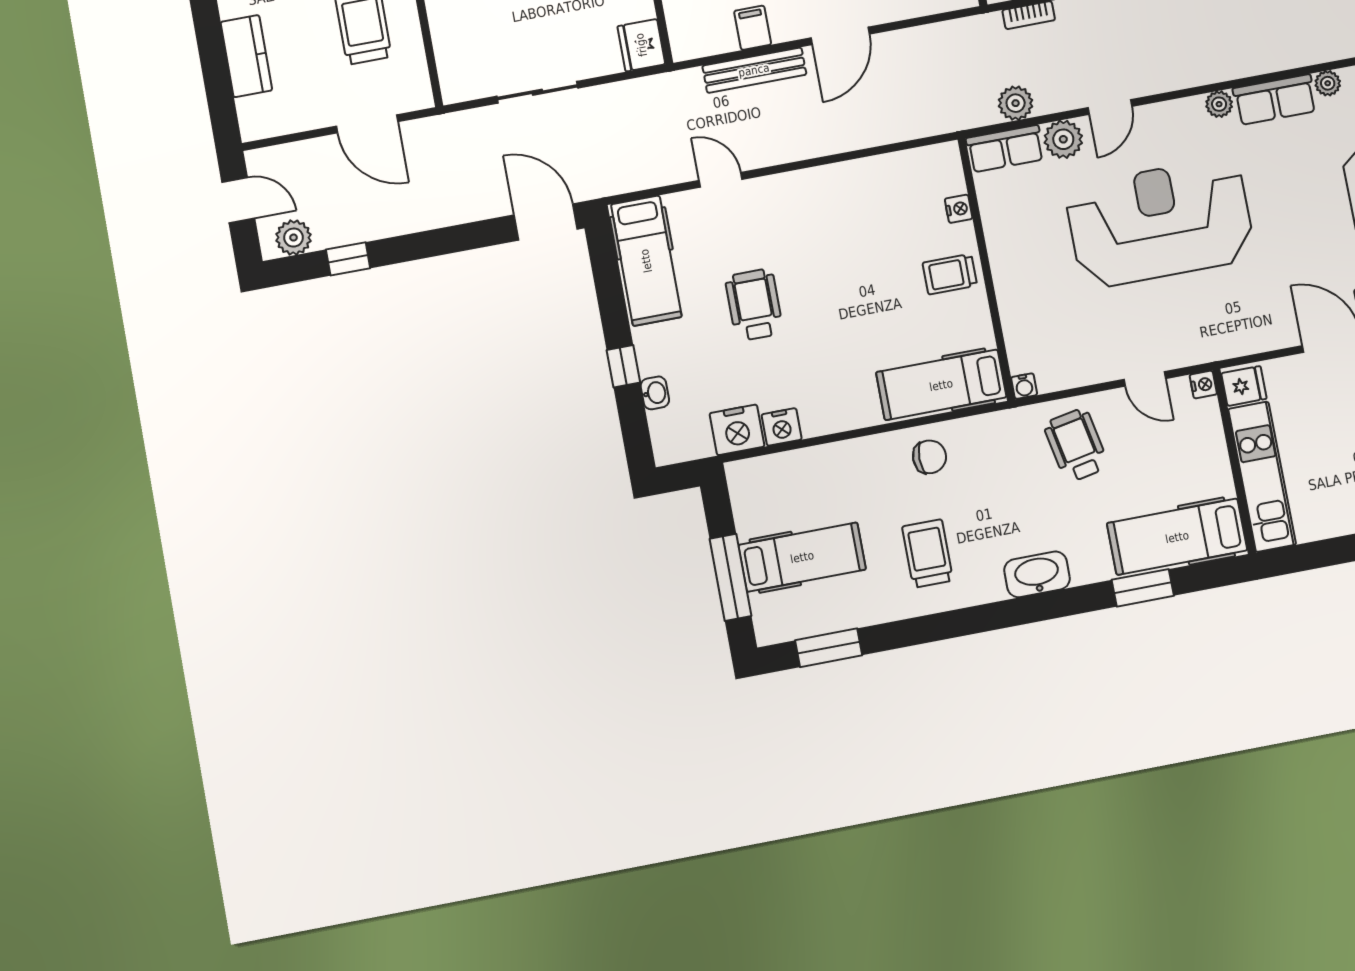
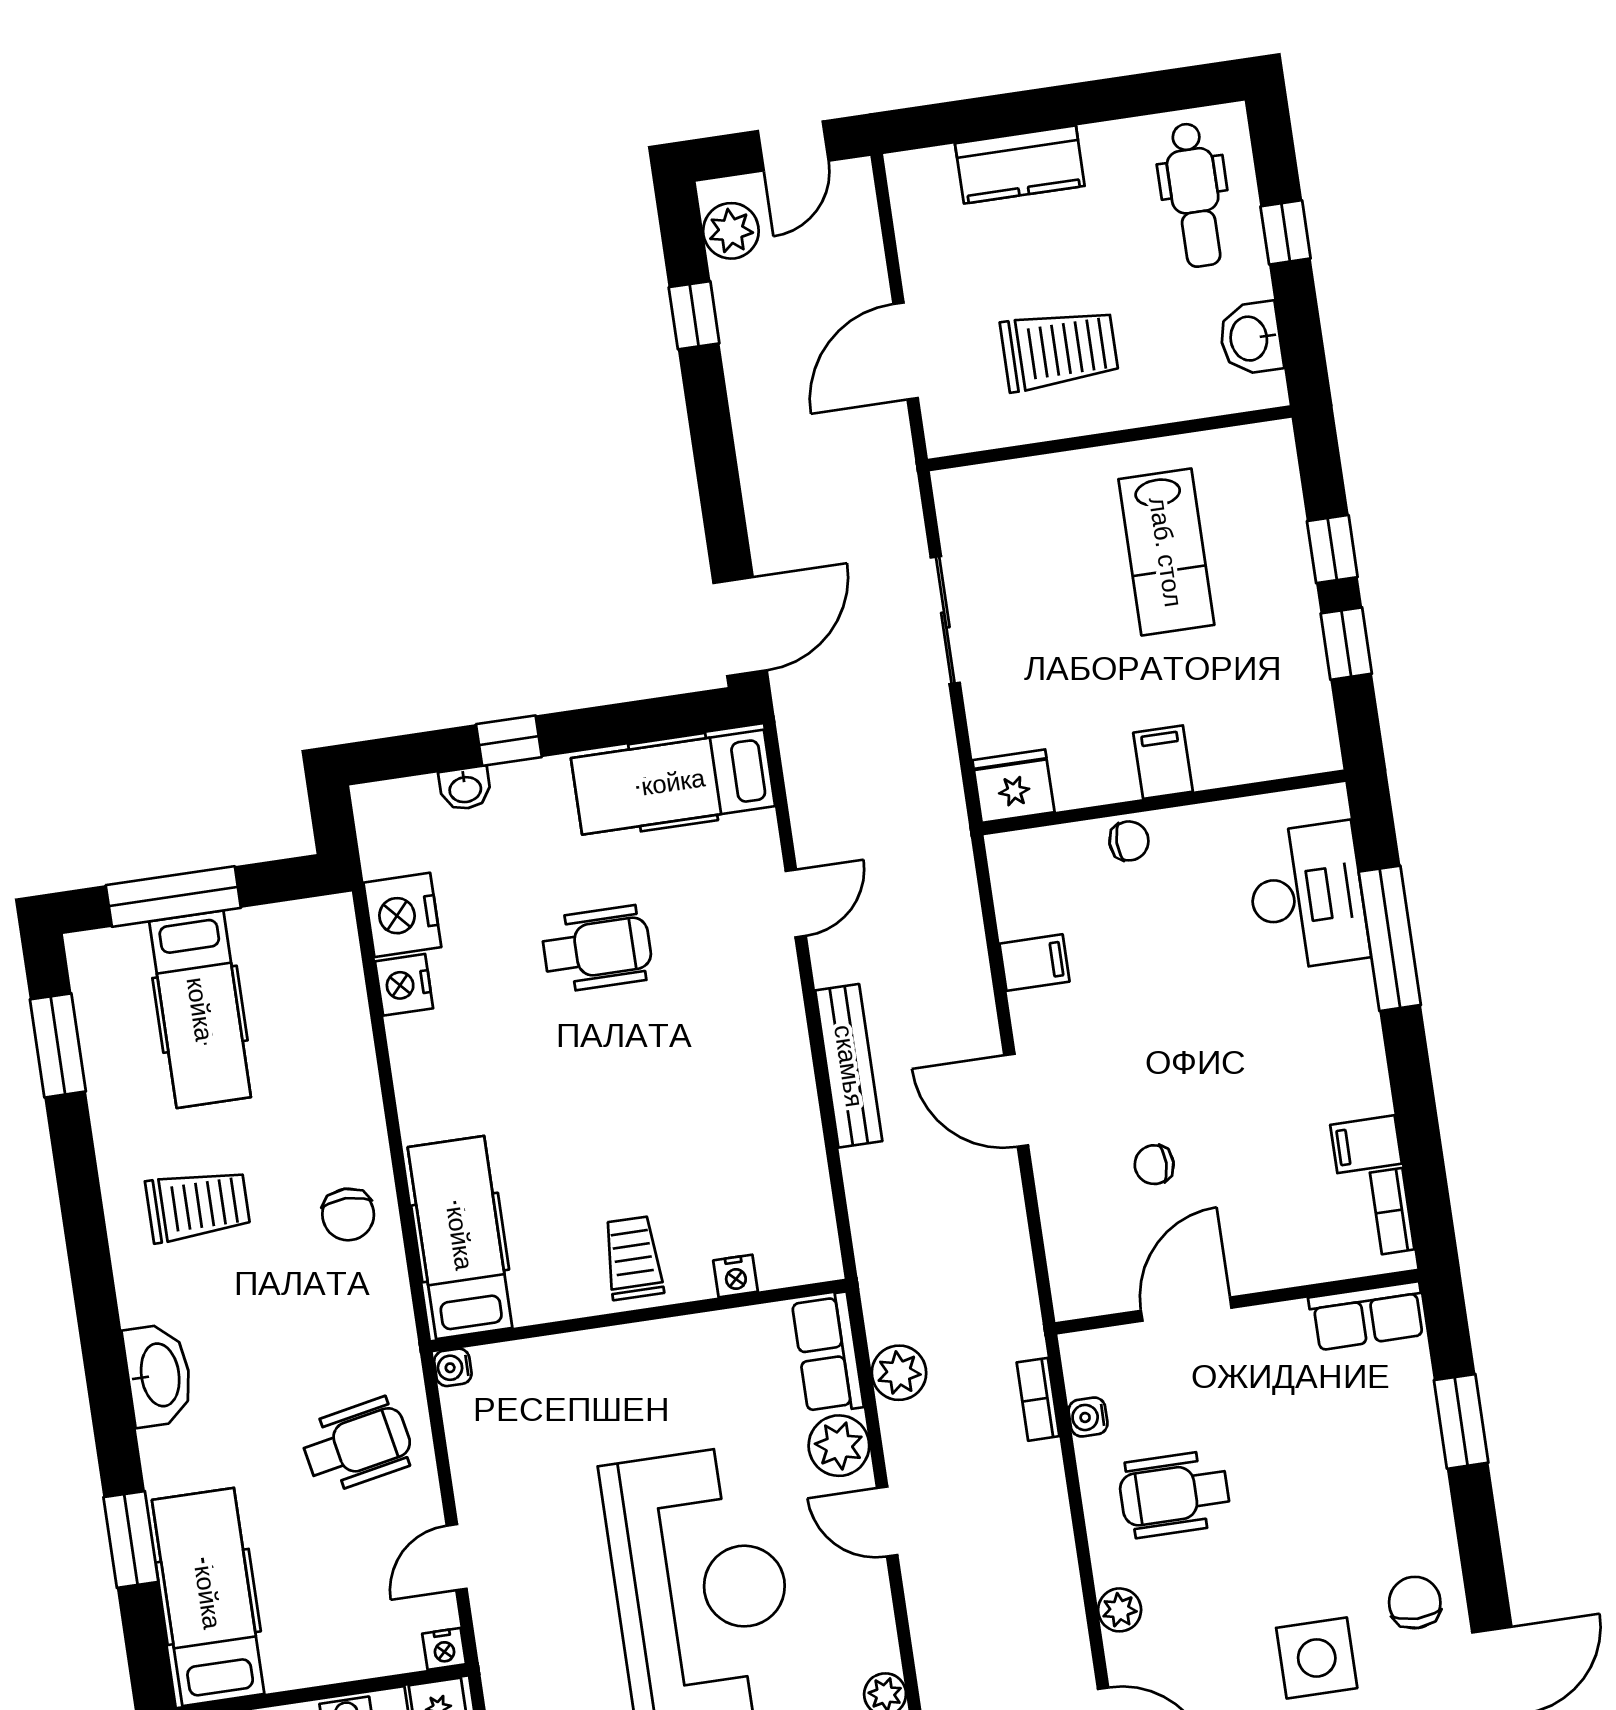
bench: (754, 70) -> (849, 1066), moved

